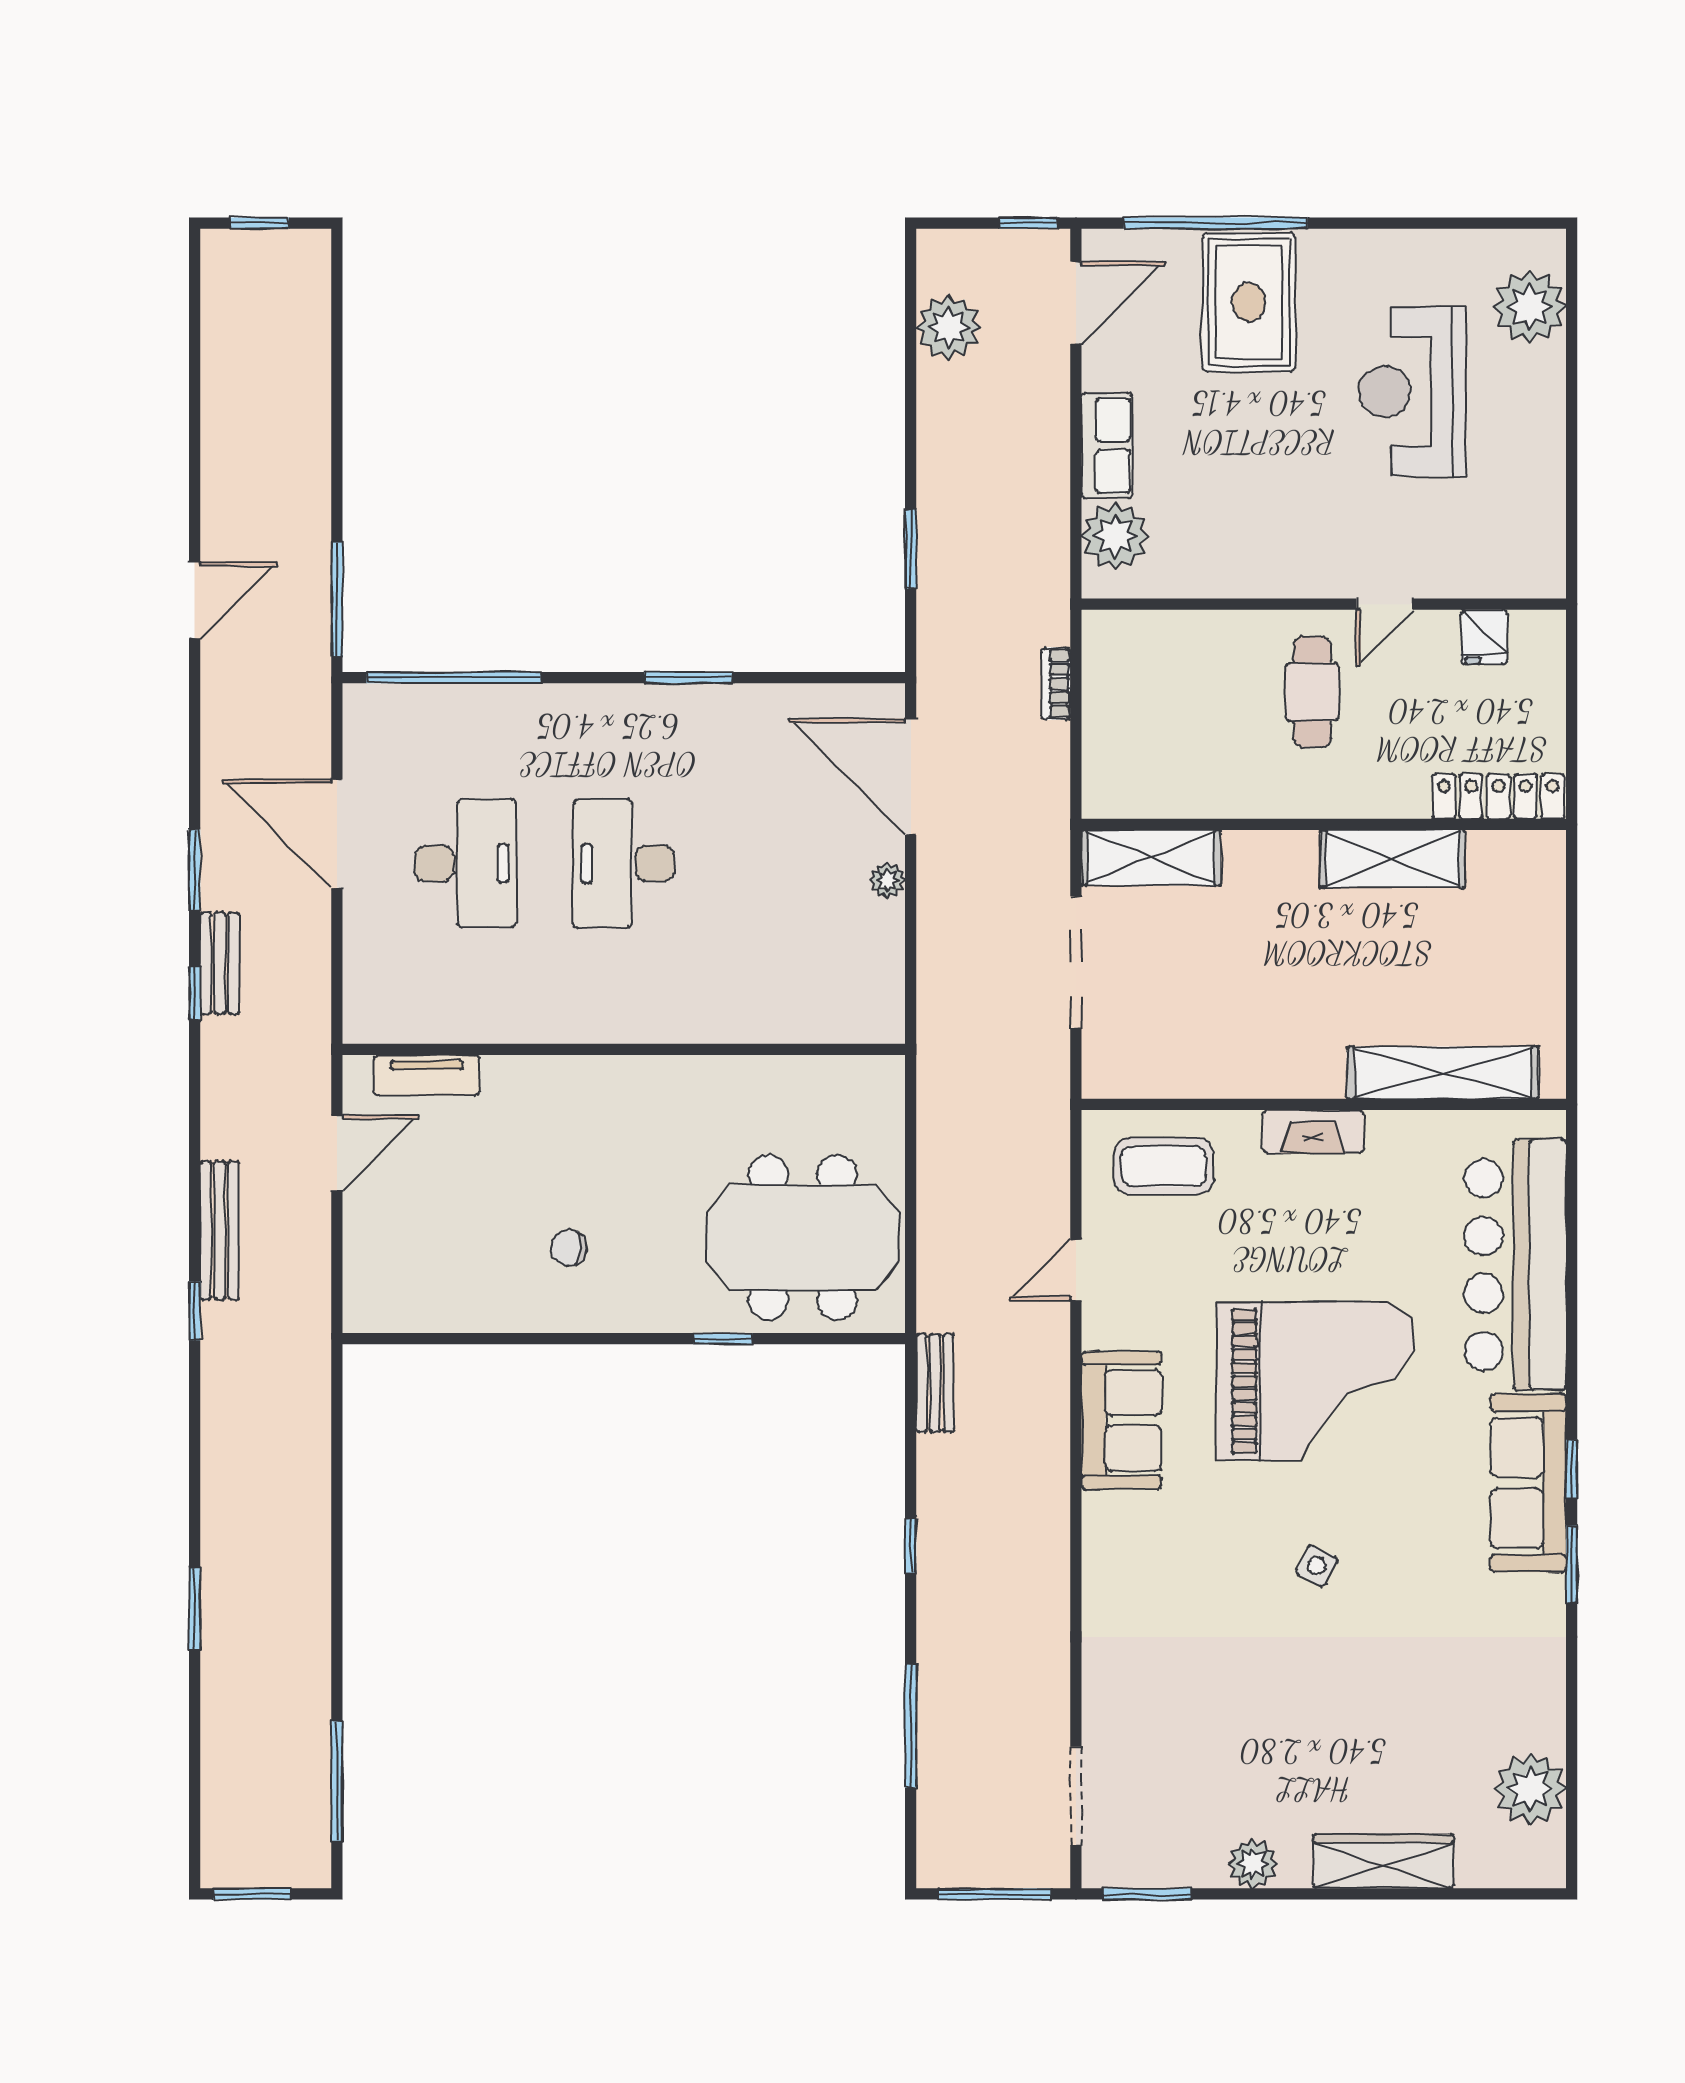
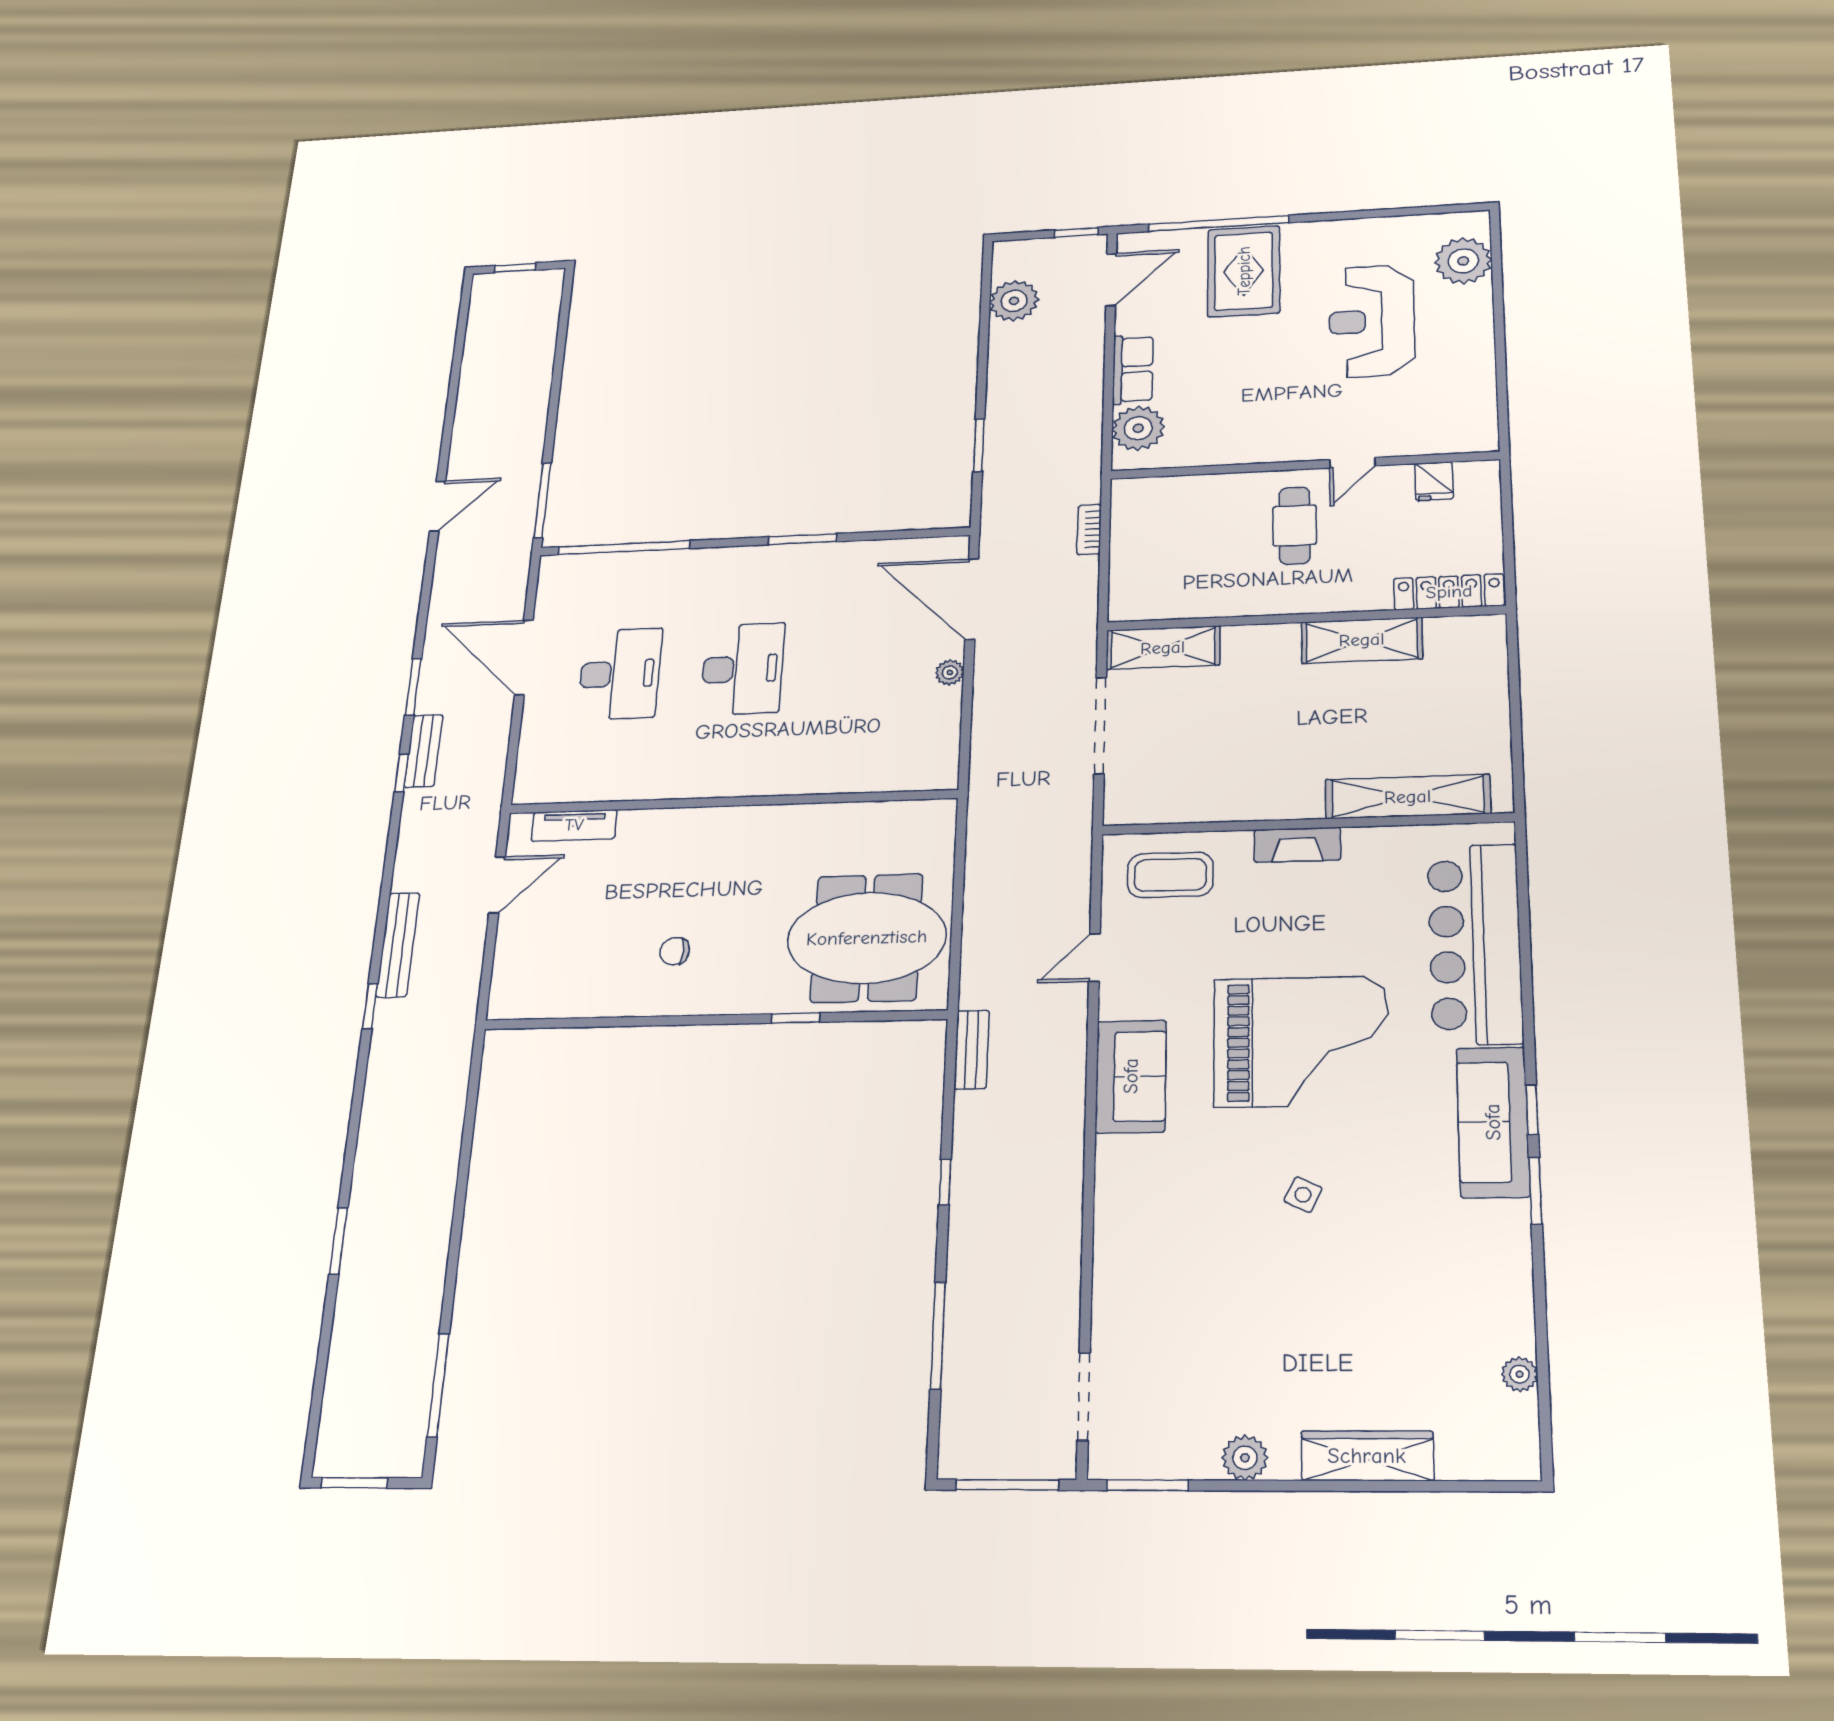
desk: (624, 863) -> (743, 669), turned 180
plant: (1530, 1789) -> (1520, 1374), width x0.53, depth x0.53

